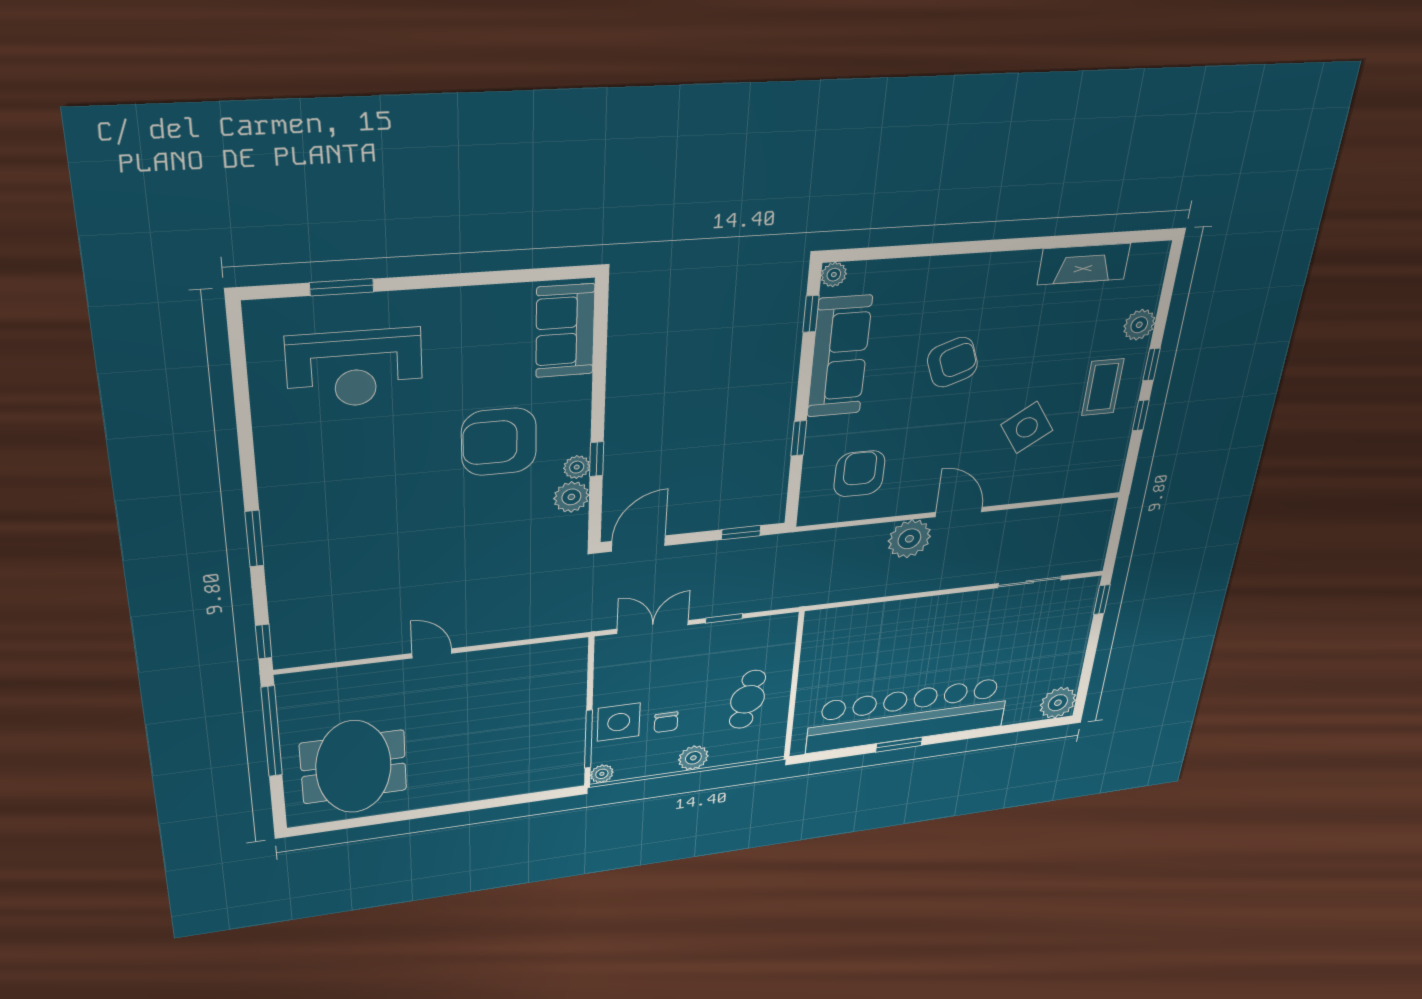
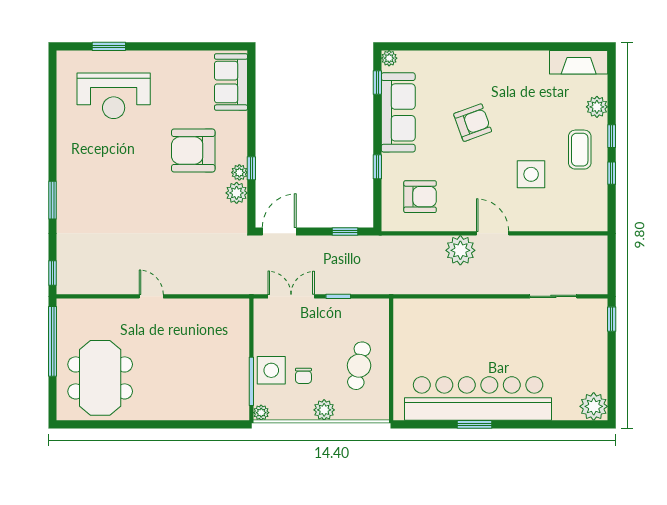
fireplace: (1084, 264) -> (579, 62), moved
side table: (1027, 427) -> (531, 174), turned 33
armchair: (859, 474) -> (420, 197), turned 90

